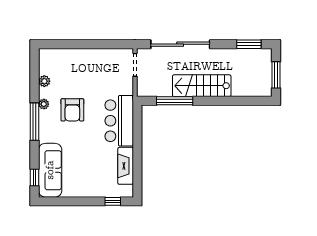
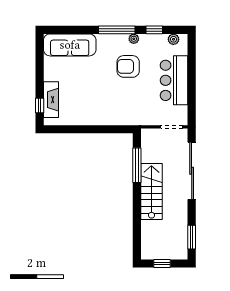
window: (276, 75) -> (162, 263), width x0.67
plant: (44, 81) -> (173, 39), moved
bar counter: (119, 121) -> (174, 80), moved, turned -90
fireplace: (126, 166) -> (51, 100), moved, turned 90
window: (35, 178) -> (154, 30), moved

